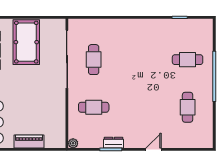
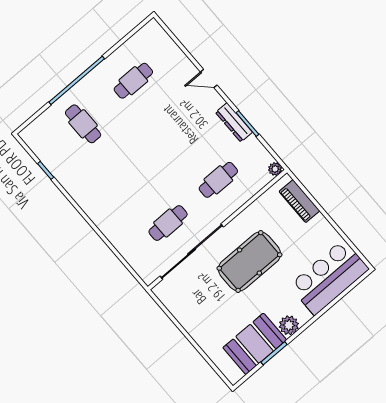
pool table: (26, 42) -> (249, 261), moved
cafe table: (94, 107) -> (218, 180), turned 90
piano: (29, 142) -> (299, 201), moved
dresser: (113, 143) -> (234, 122), width x1.44

